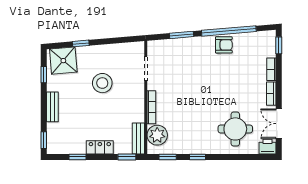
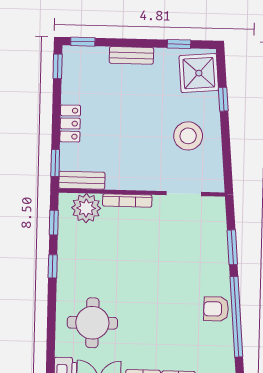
armchair: (224, 45) -> (216, 309), turned 90
stool: (102, 83) -> (188, 136), moved
window: (78, 157) -> (58, 66), moved

